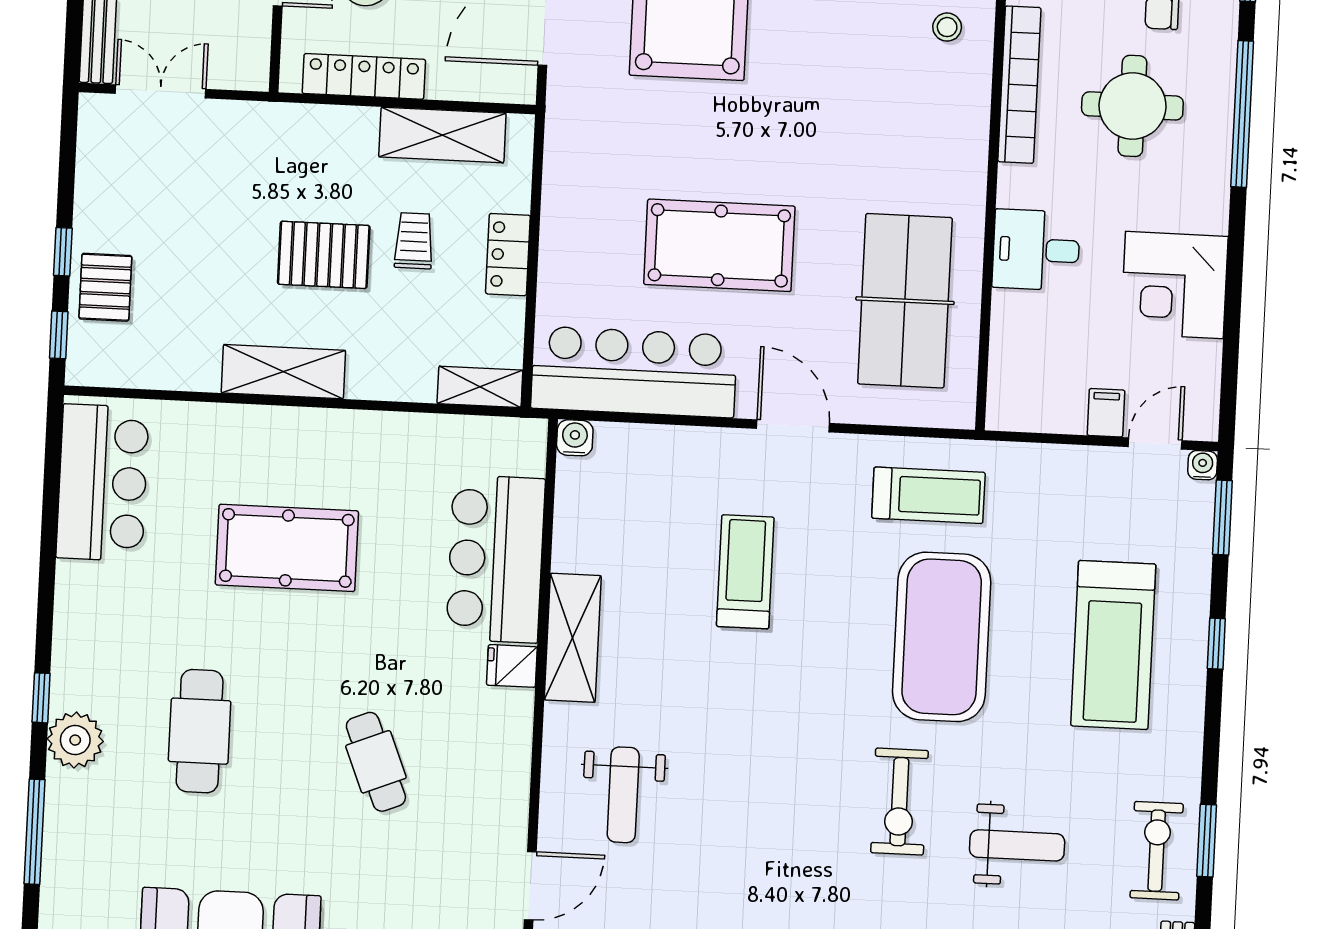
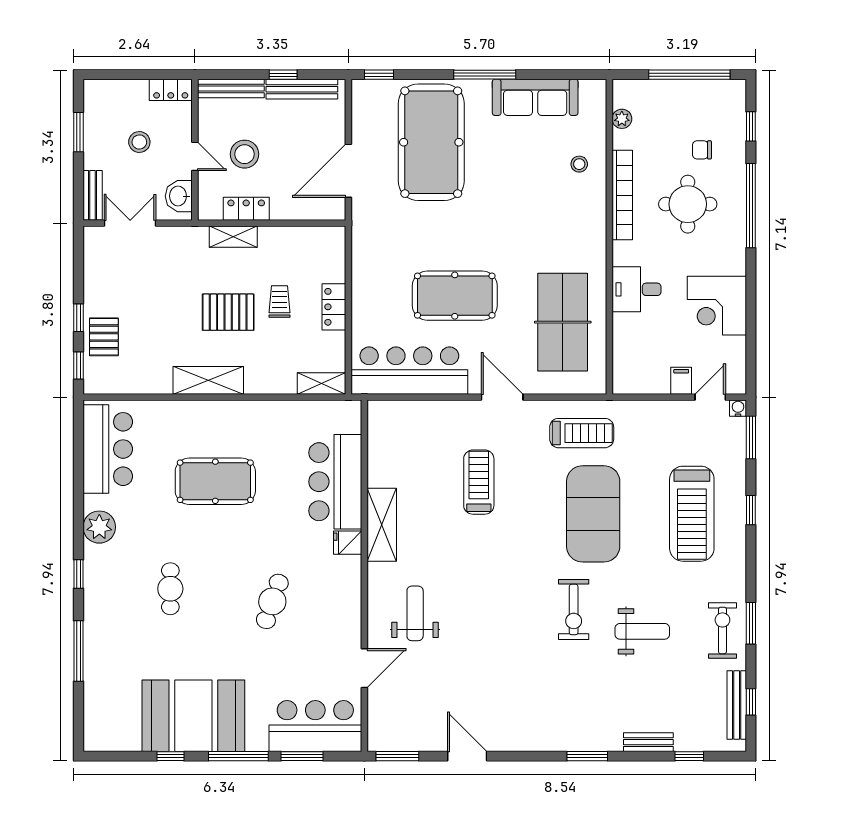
washbasin: (248, 49) -> (179, 196), added
locker: (364, 76) -> (246, 209), width x0.66
shelving: (442, 135) -> (233, 237), moved, width x0.67, depth x0.75
water cooler: (575, 438) -> (377, 410), removed
cafe table: (200, 731) -> (170, 589), width x0.73, depth x0.74
plant: (75, 740) -> (99, 527), moved
cafe table: (376, 762) -> (272, 601), turned 41
weight bench: (623, 795) -> (415, 613), turned 180

